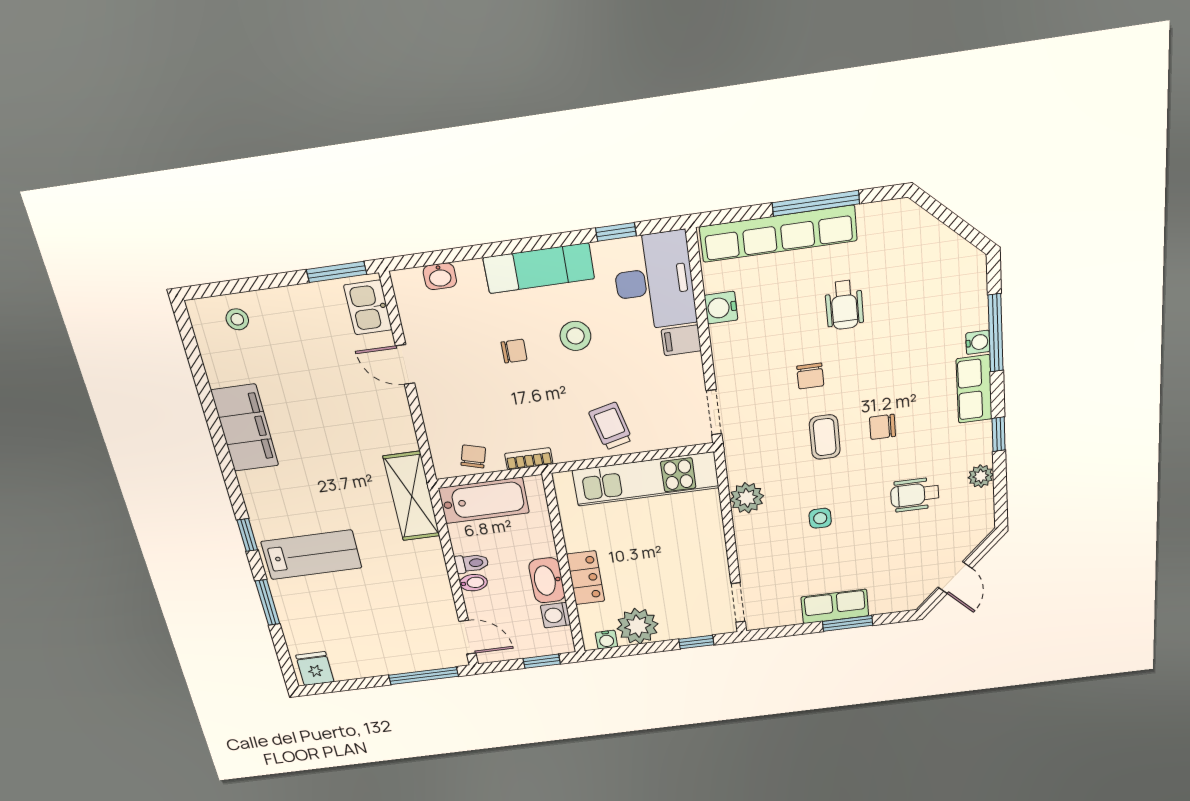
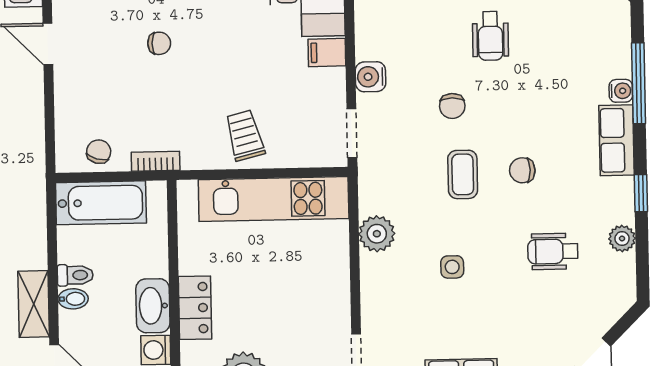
water cooler: (721, 308) -> (370, 77), moved
stool: (575, 336) -> (222, 35), removed
shelving: (412, 496) -> (34, 304), moved, width x0.67, depth x0.75

